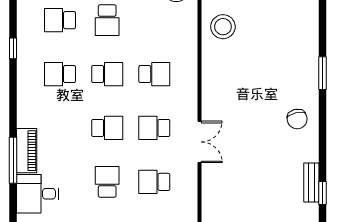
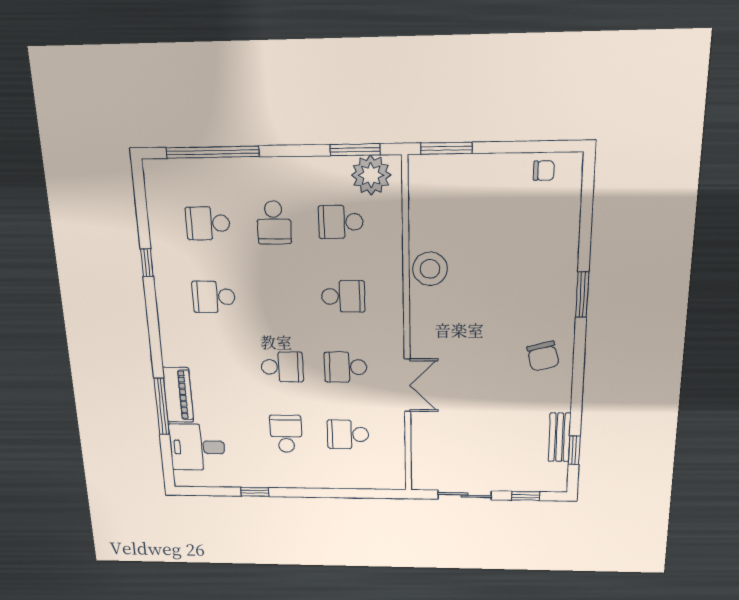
stool: (223, 27) -> (430, 269), moved
school desk: (107, 74) -> (341, 222), moved, turned 180

